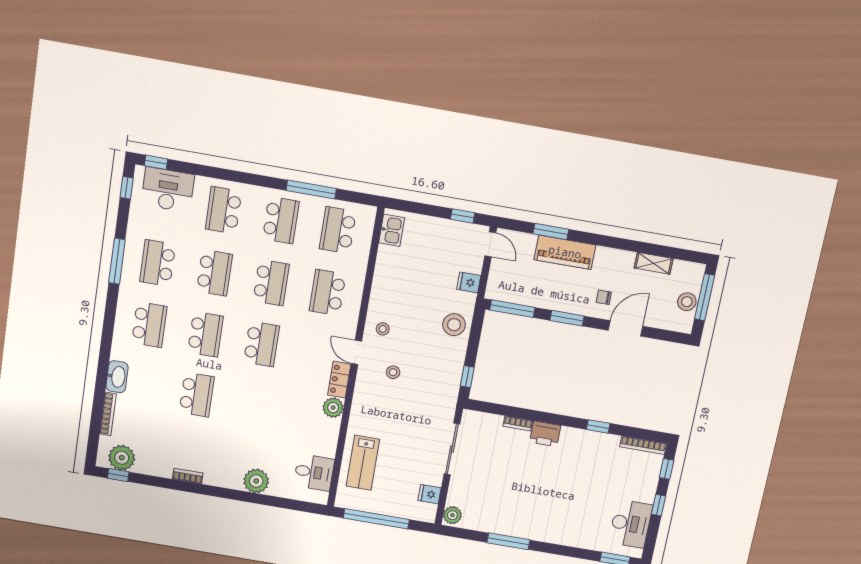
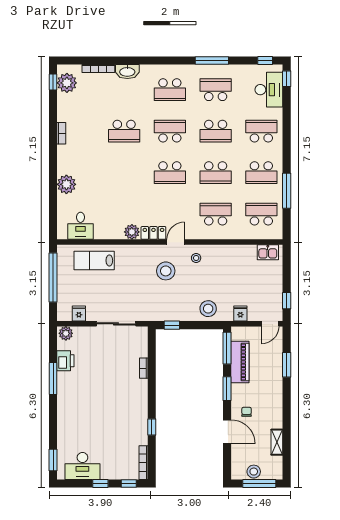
piano: (565, 252) -> (240, 362), moved, turned 180
school desk: (205, 334) -> (170, 131), turned 180
stool: (393, 372) -> (166, 271), width x1.89, depth x1.89
printer: (545, 434) -> (65, 361), moved, turned 180

